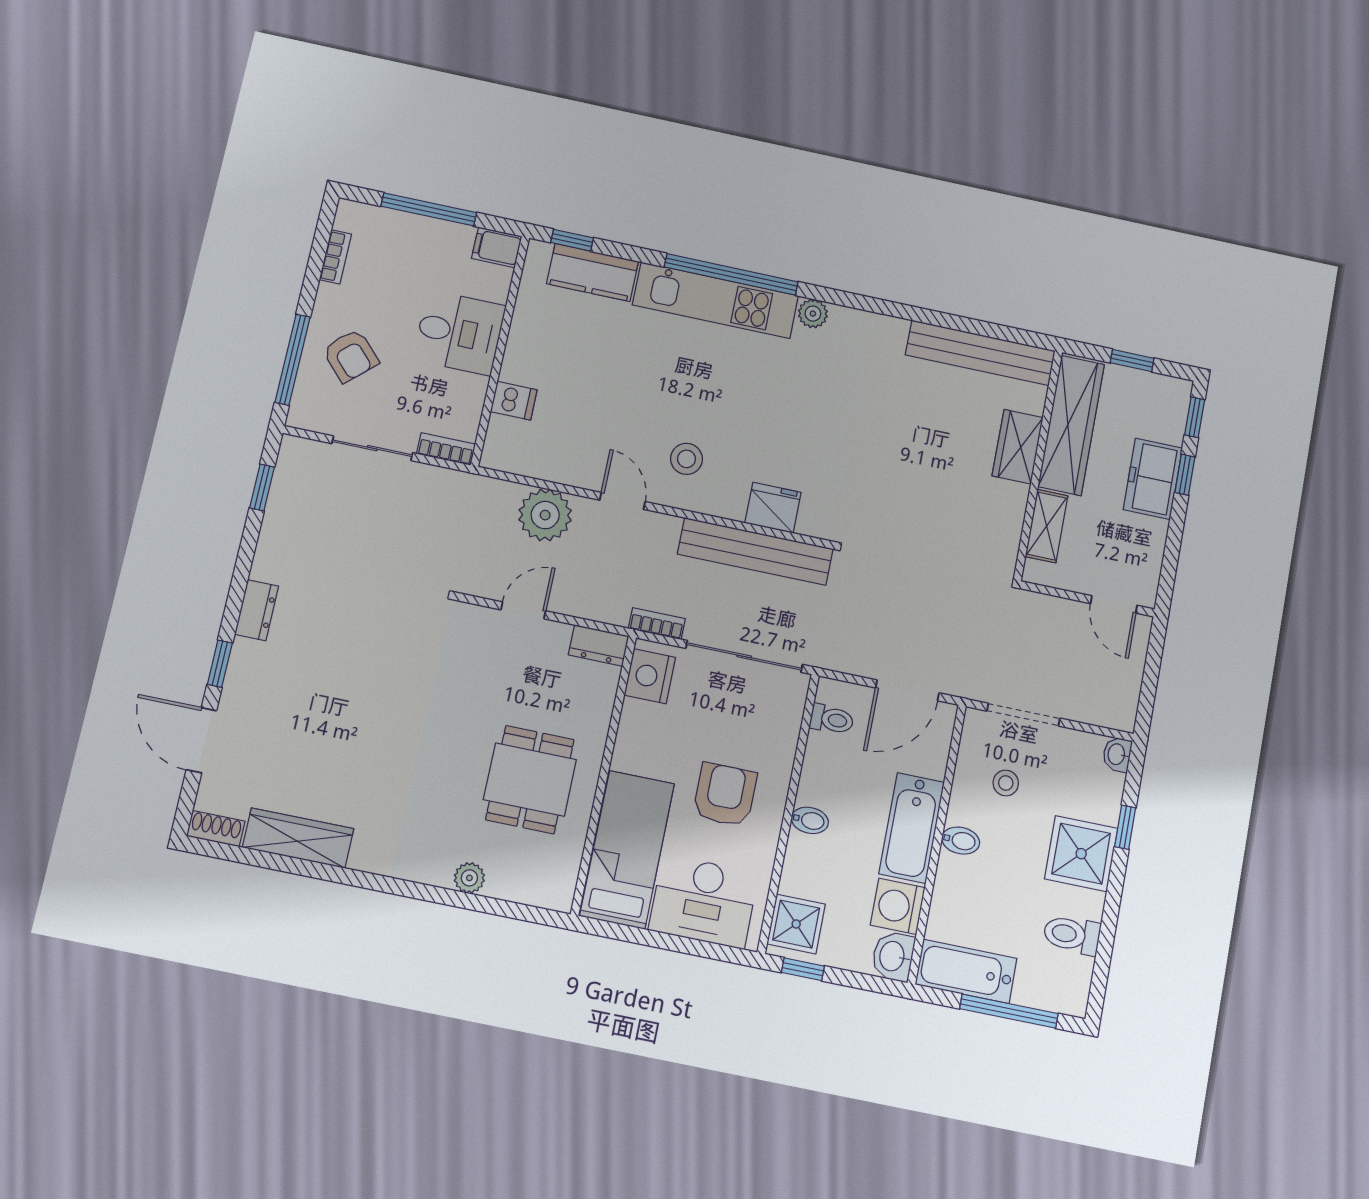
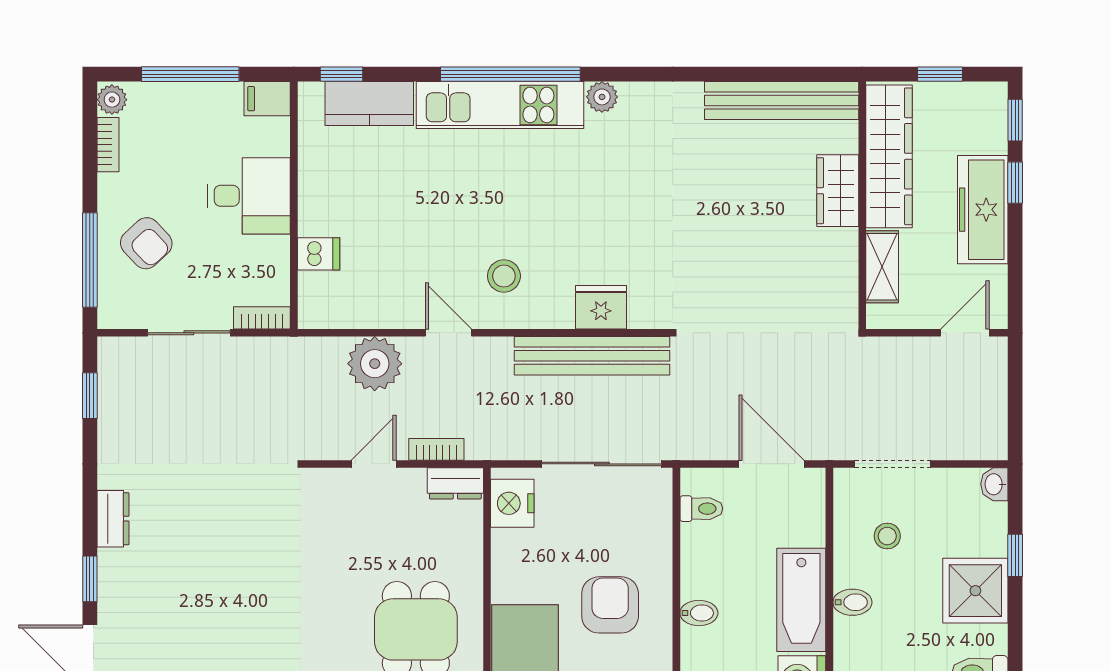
plant: (349, 217) -> (112, 100), added
freezer: (1153, 479) -> (983, 210), width x1.40
door: (1114, 604) -> (965, 333), swing flipped
bookcase: (657, 624) -> (436, 449), moved
door: (907, 690) -> (772, 464), swing flipped

